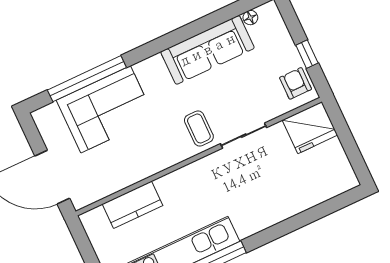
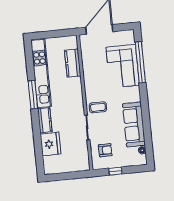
armchair: (296, 83) -> (105, 150), moved
fridge: (310, 128) -> (50, 144), moved, turned 180
kitchen counter: (258, 220) -> (45, 120), added

